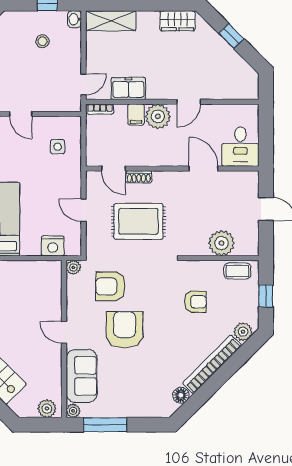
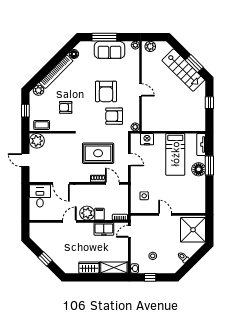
wardrobe: (177, 21) -> (89, 268), moved
plant: (222, 243) -> (37, 141), moved
armchair: (110, 286) -> (114, 116), turned 180
sofa: (82, 376) -> (109, 50), moved, turned -90
window: (105, 425) -> (104, 37), moved

